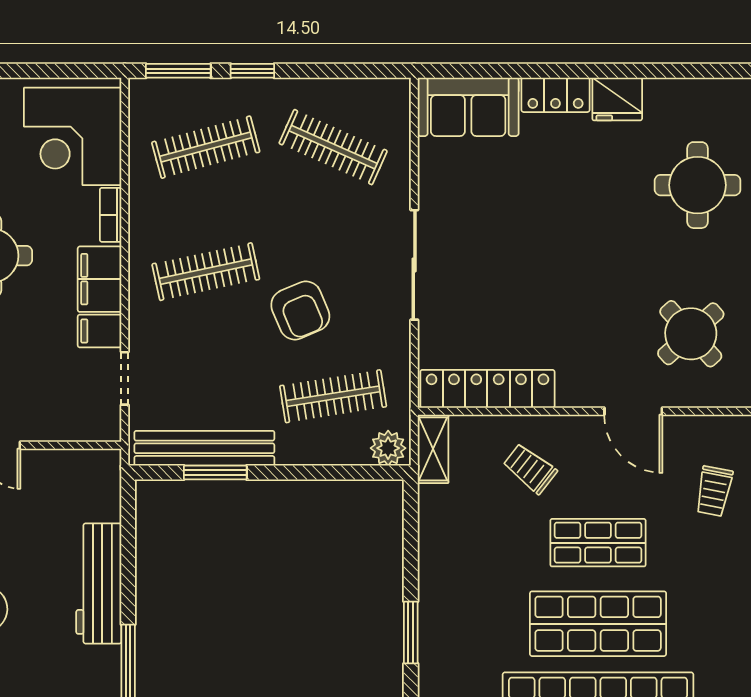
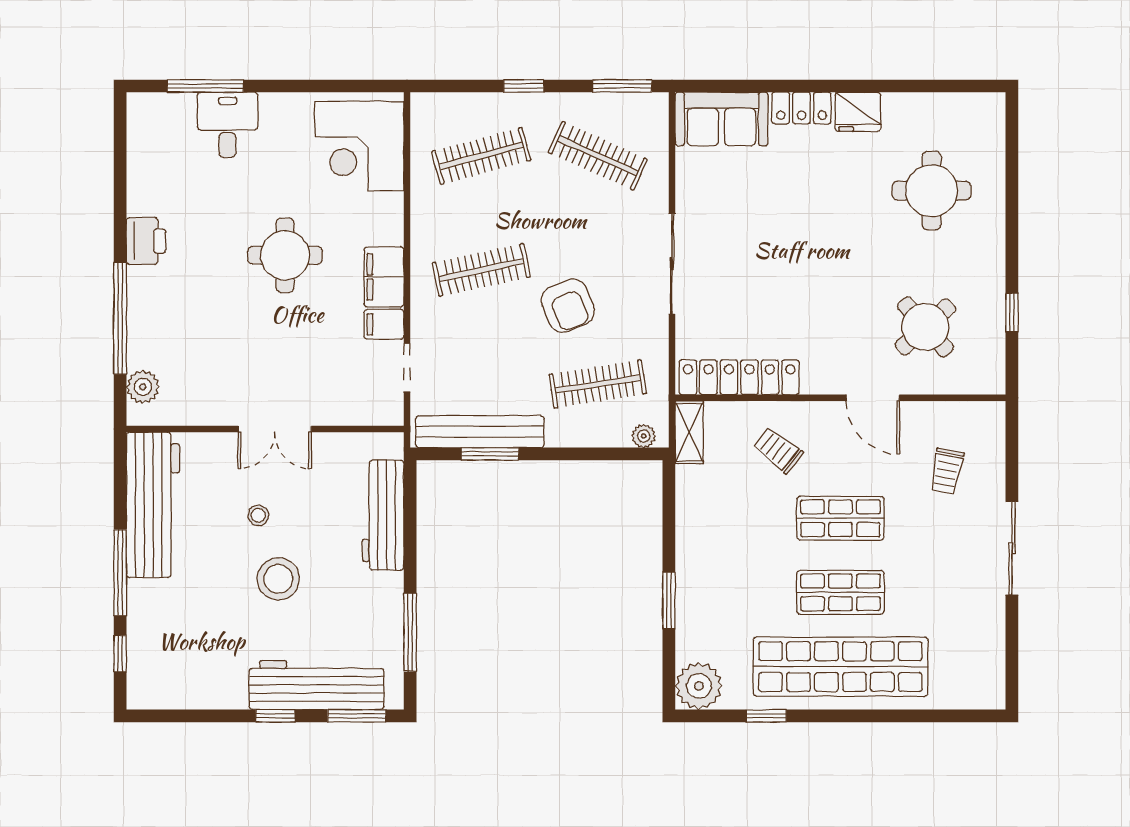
window: (178, 71) -> (622, 86), moved
bookcase: (111, 215) -> (394, 218), removed
plant: (388, 448) -> (644, 436), width x0.73, depth x0.73
workbench: (99, 583) -> (383, 515), moved
shop shelf: (598, 624) -> (840, 592), width x0.70, depth x0.74

